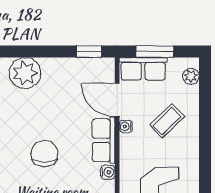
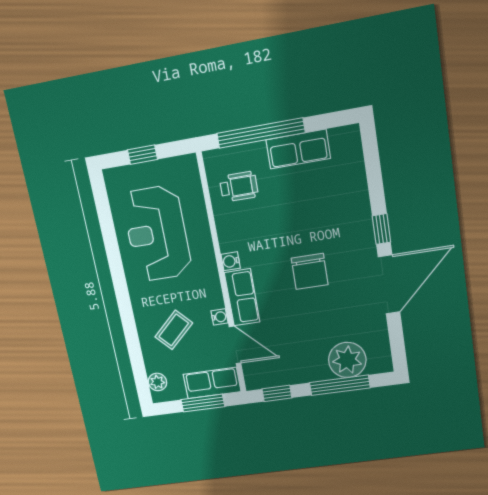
window: (35, 51) -> (340, 385), added

